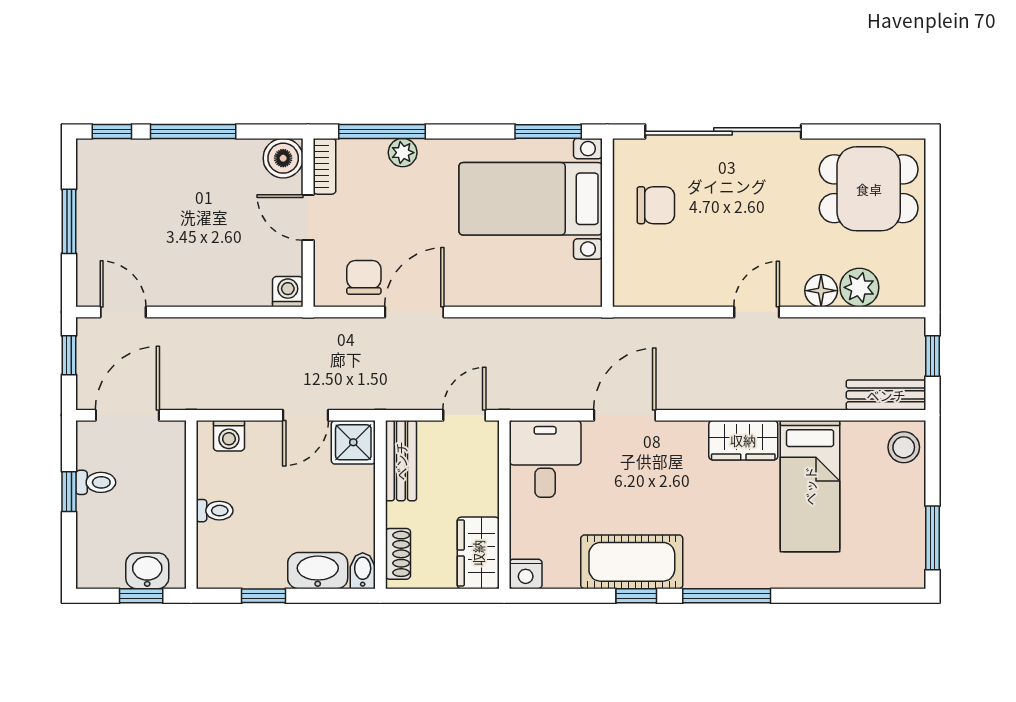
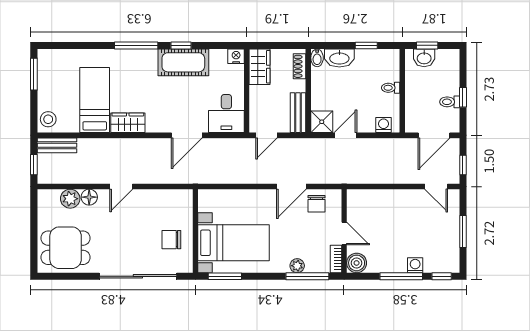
washing machine: (288, 292) -> (415, 265), moved, turned 180

